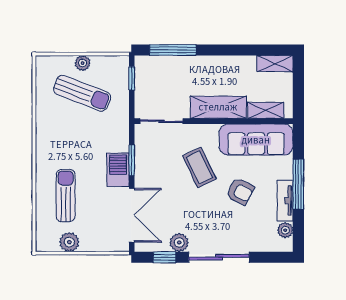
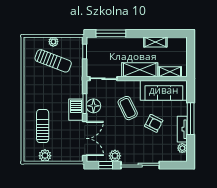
shelving: (275, 64) -> (155, 42), moved
floor lamp: (146, 164) -> (93, 106), added

